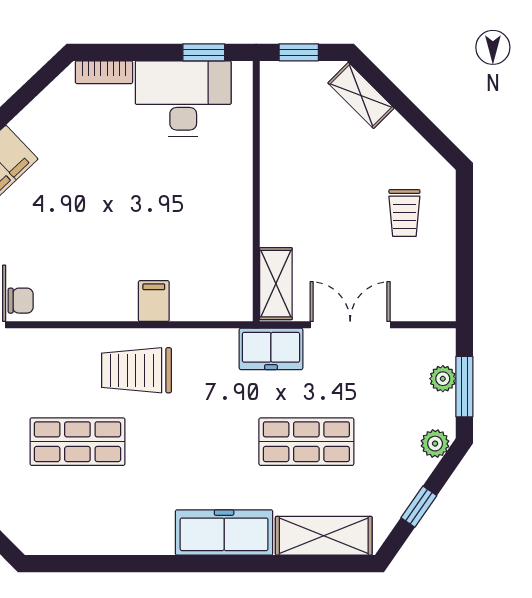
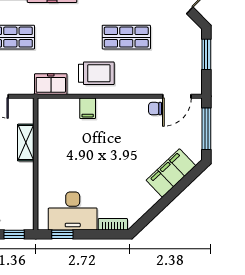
shelving: (276, 284) -> (26, 143), moved
freezer: (271, 349) -> (51, 84), moved

